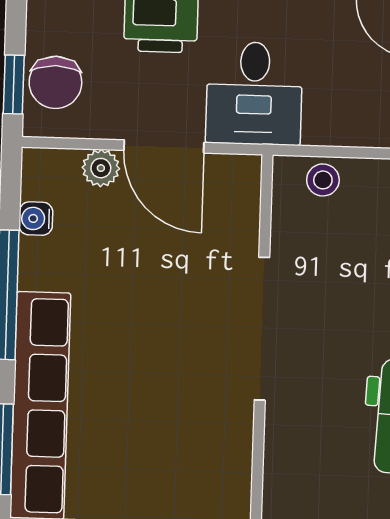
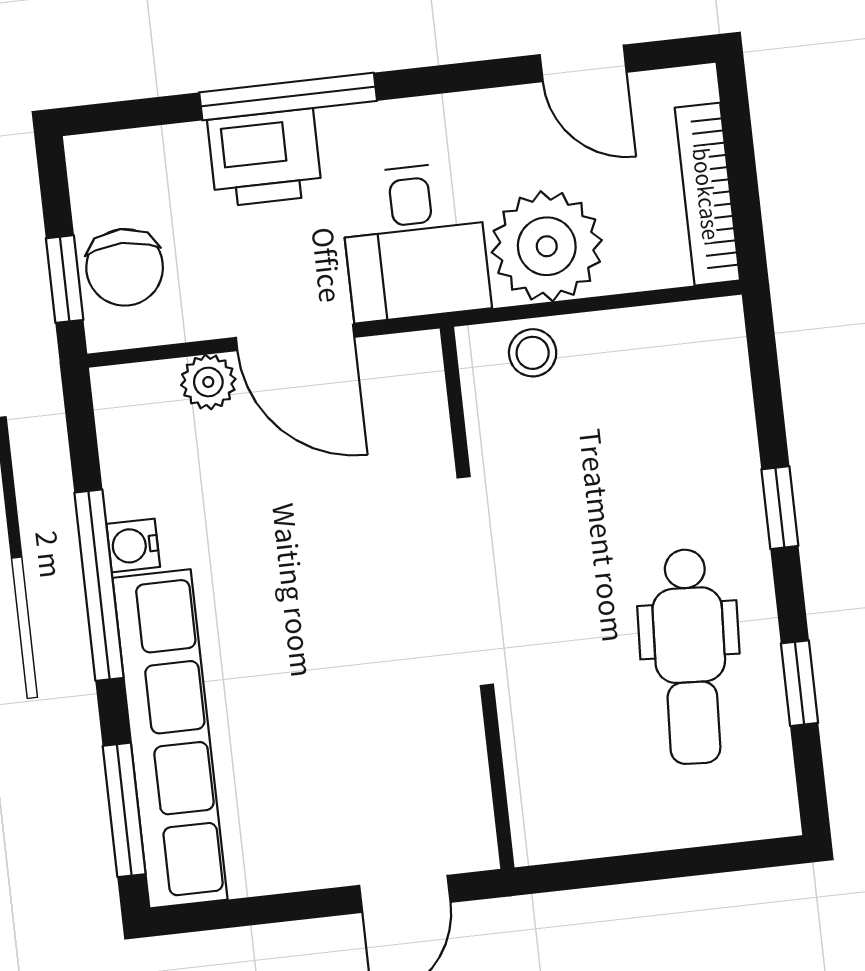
plant: (343, 109) -> (547, 246), added
water cooler: (36, 219) -> (133, 545), moved

